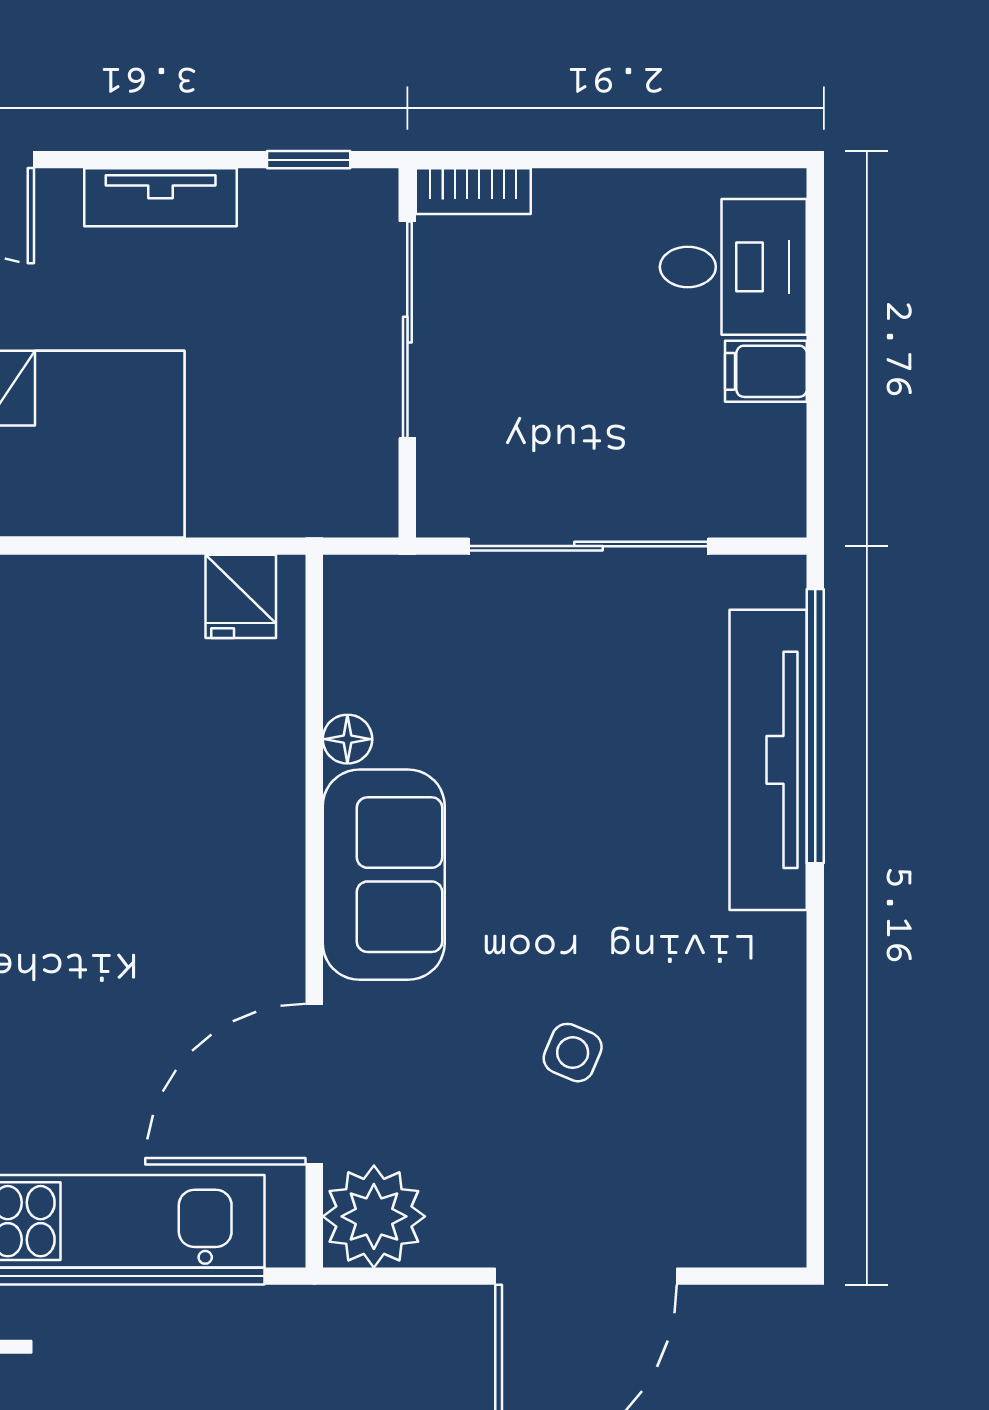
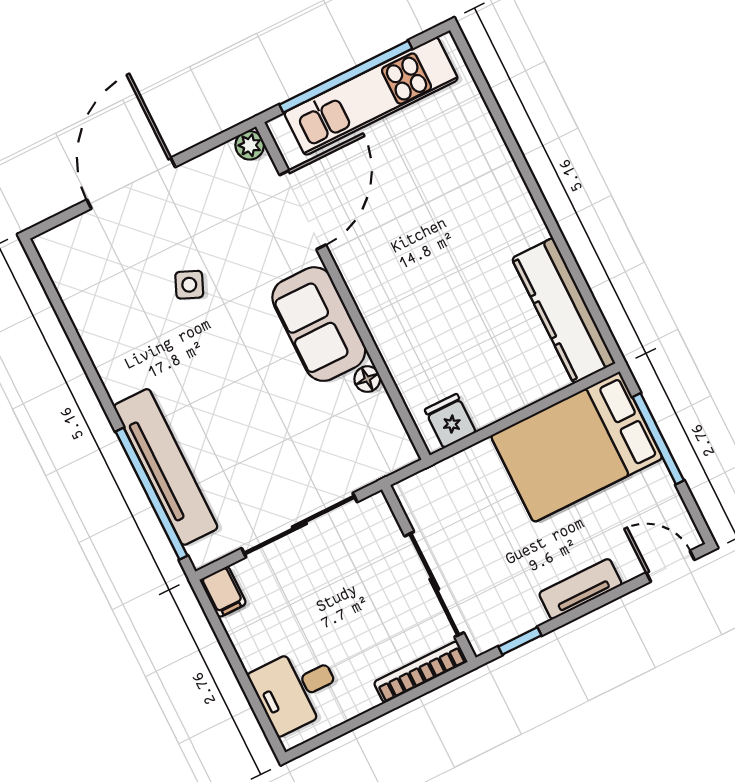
bookcase: (473, 191) -> (420, 672), width x1.56
filing cabinet: (766, 371) -> (223, 592), moved, turned 90
plant: (374, 1216) -> (250, 145), width x0.53, depth x0.53

